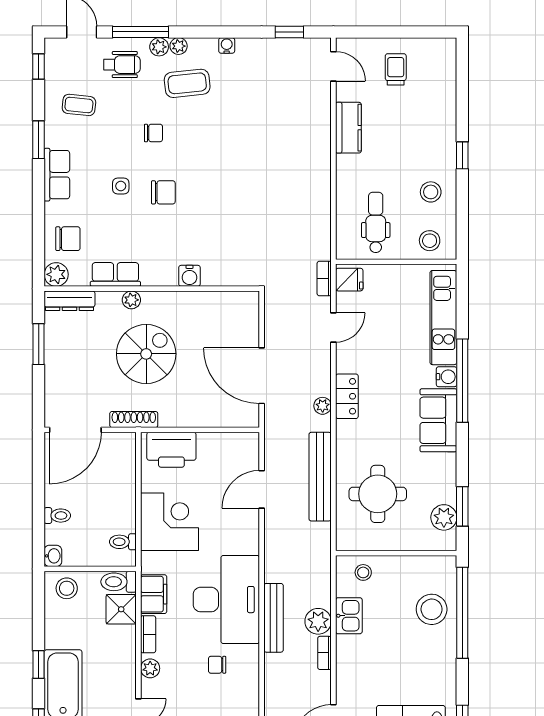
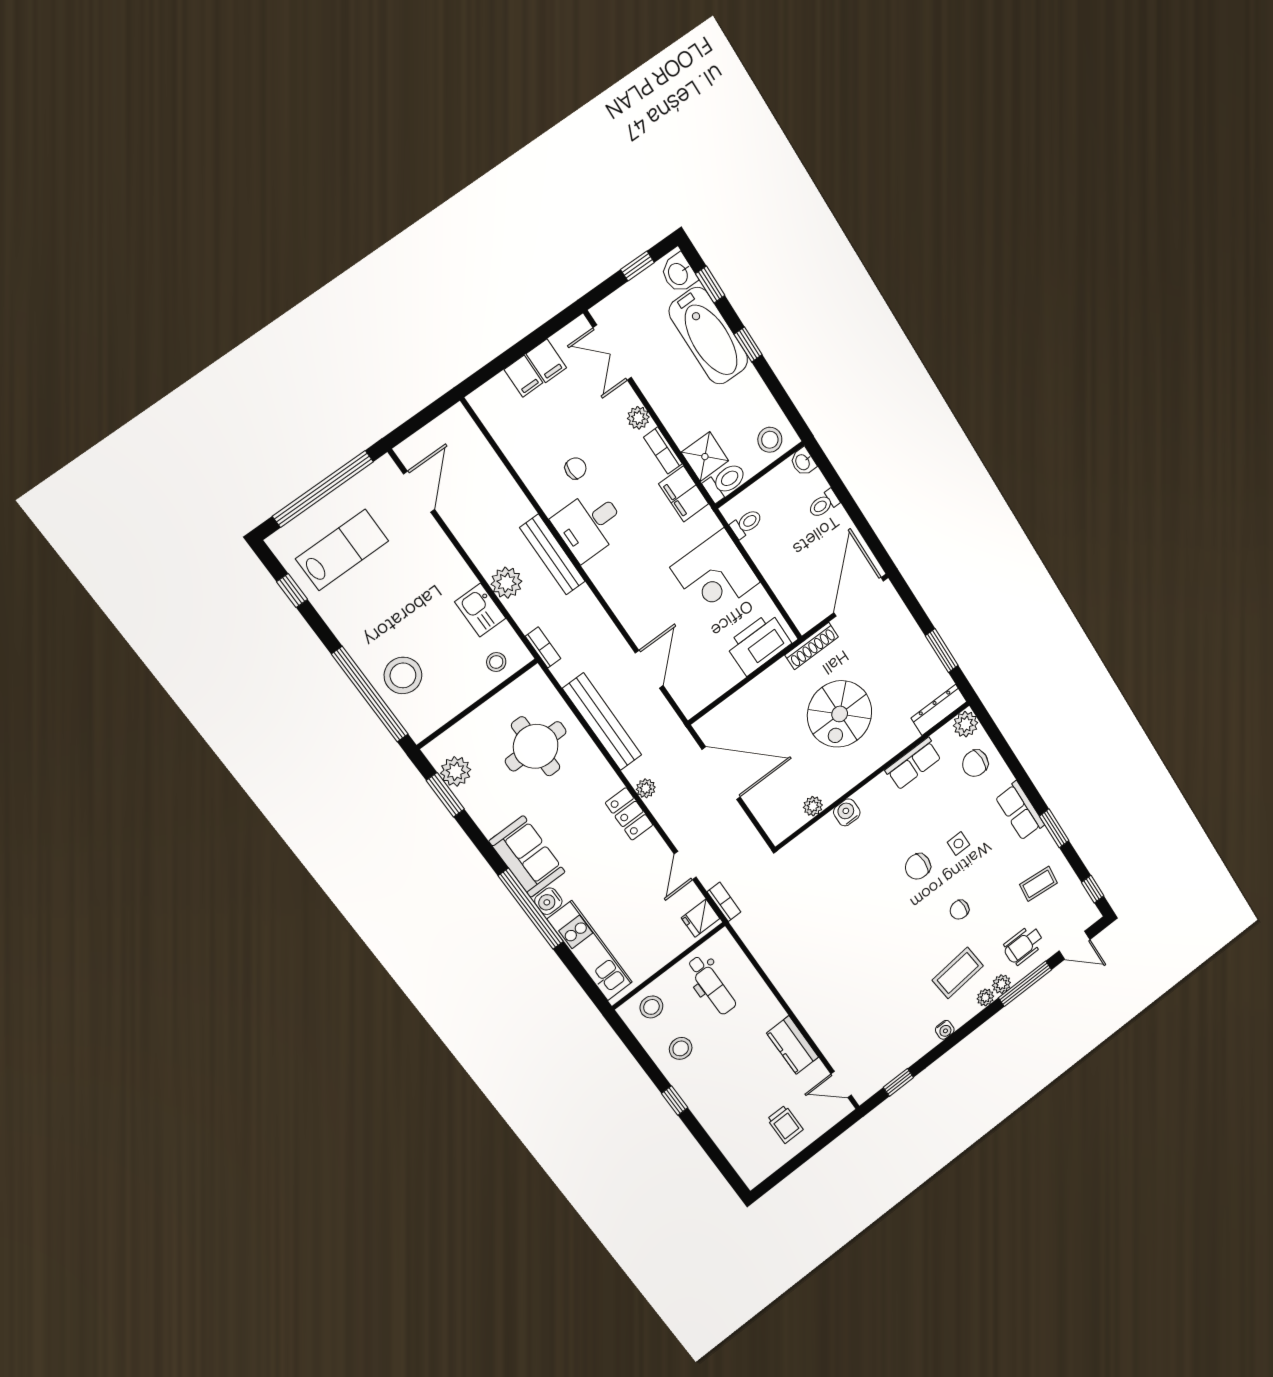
plant: (131, 300) -> (813, 806), moved
desk: (226, 600) -> (589, 524), width x0.53, depth x0.77
bookcase: (324, 653) -> (543, 647), moved

